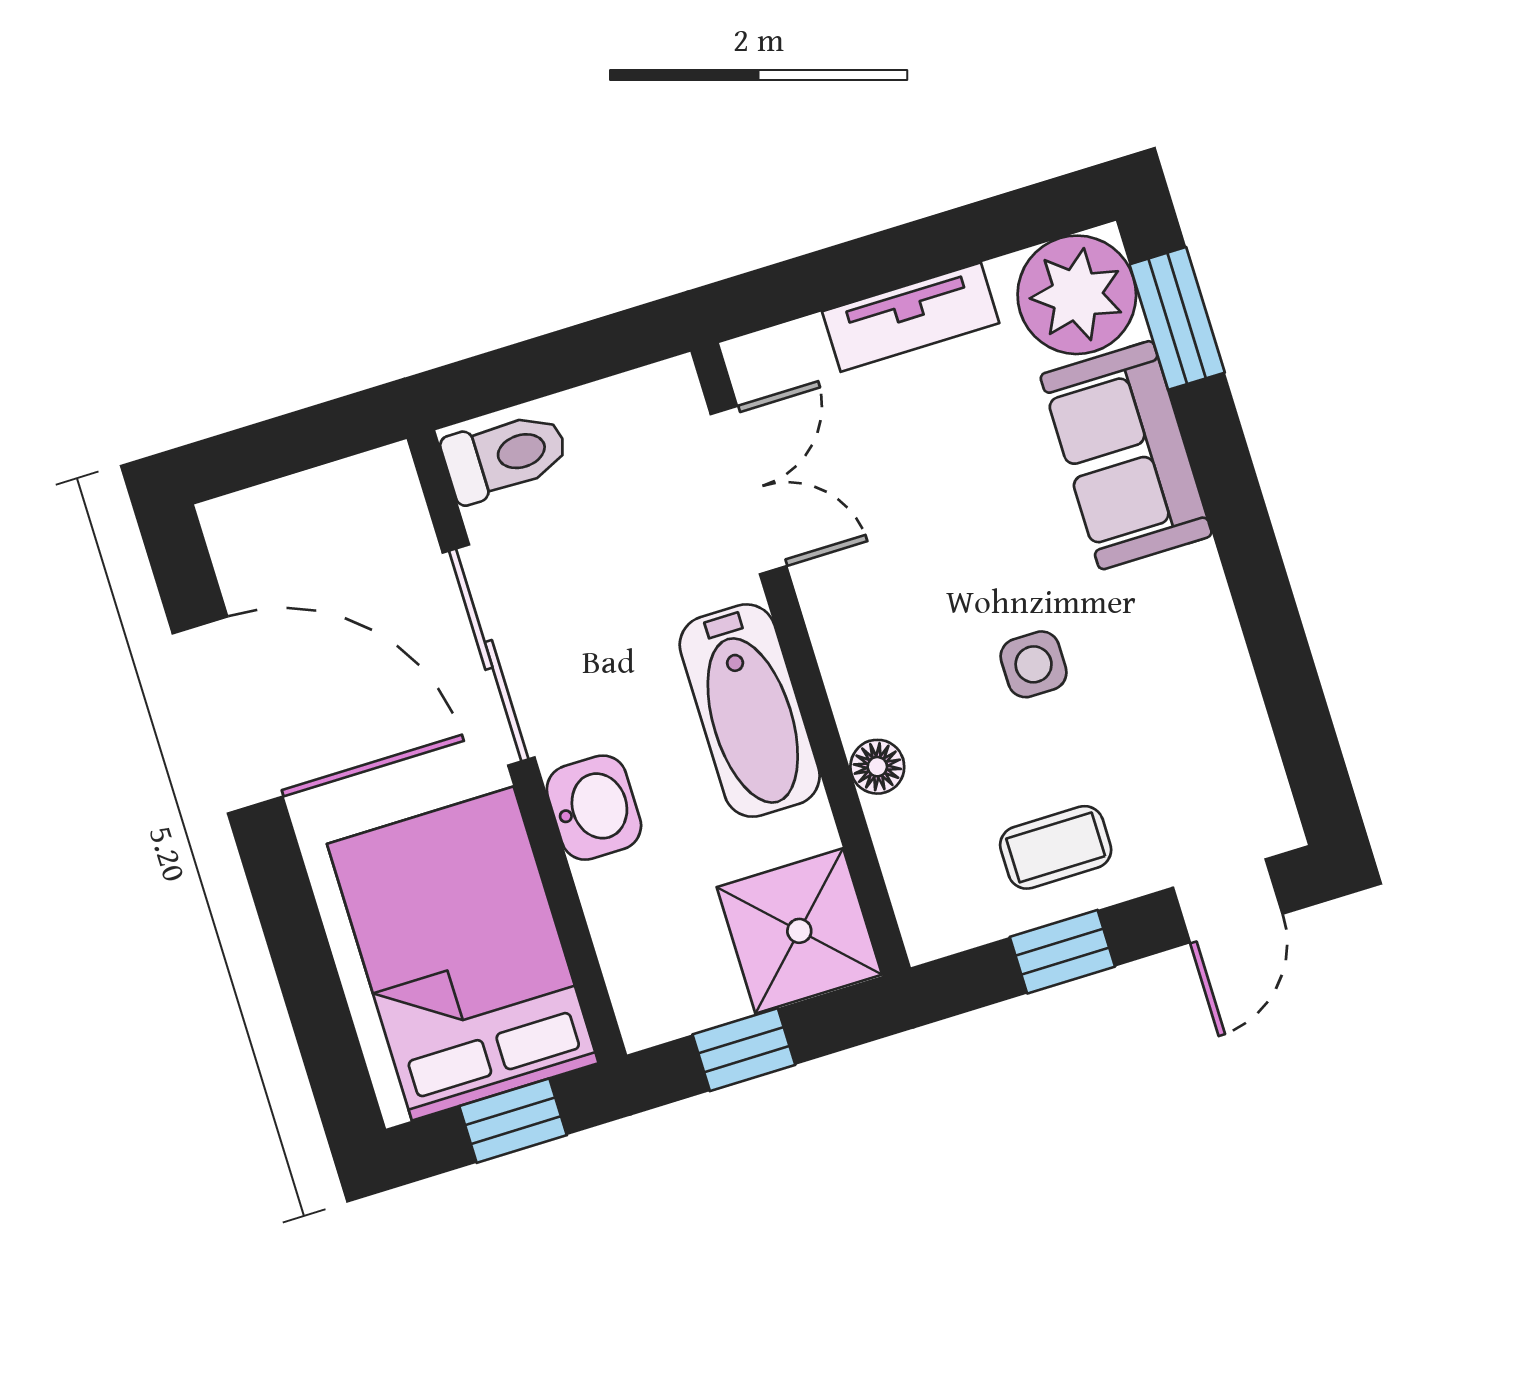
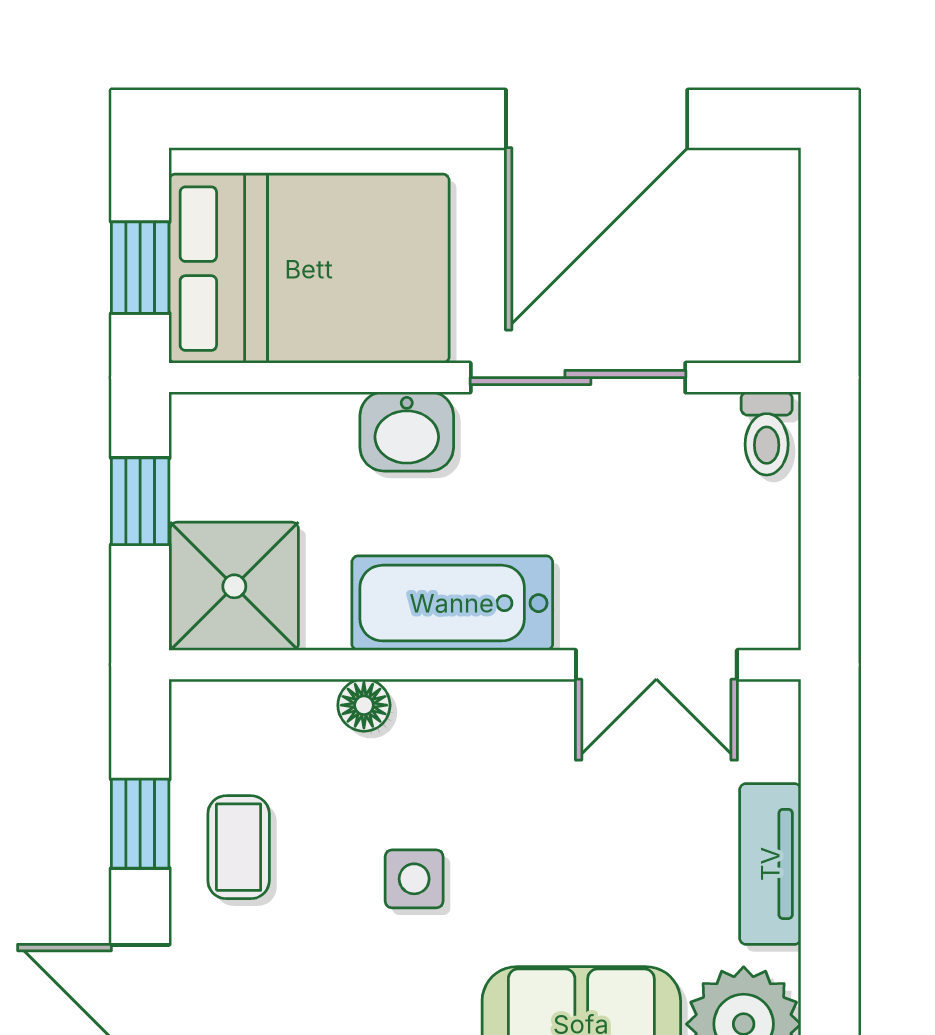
toilet: (505, 456) -> (767, 433), width x0.73, depth x0.72

